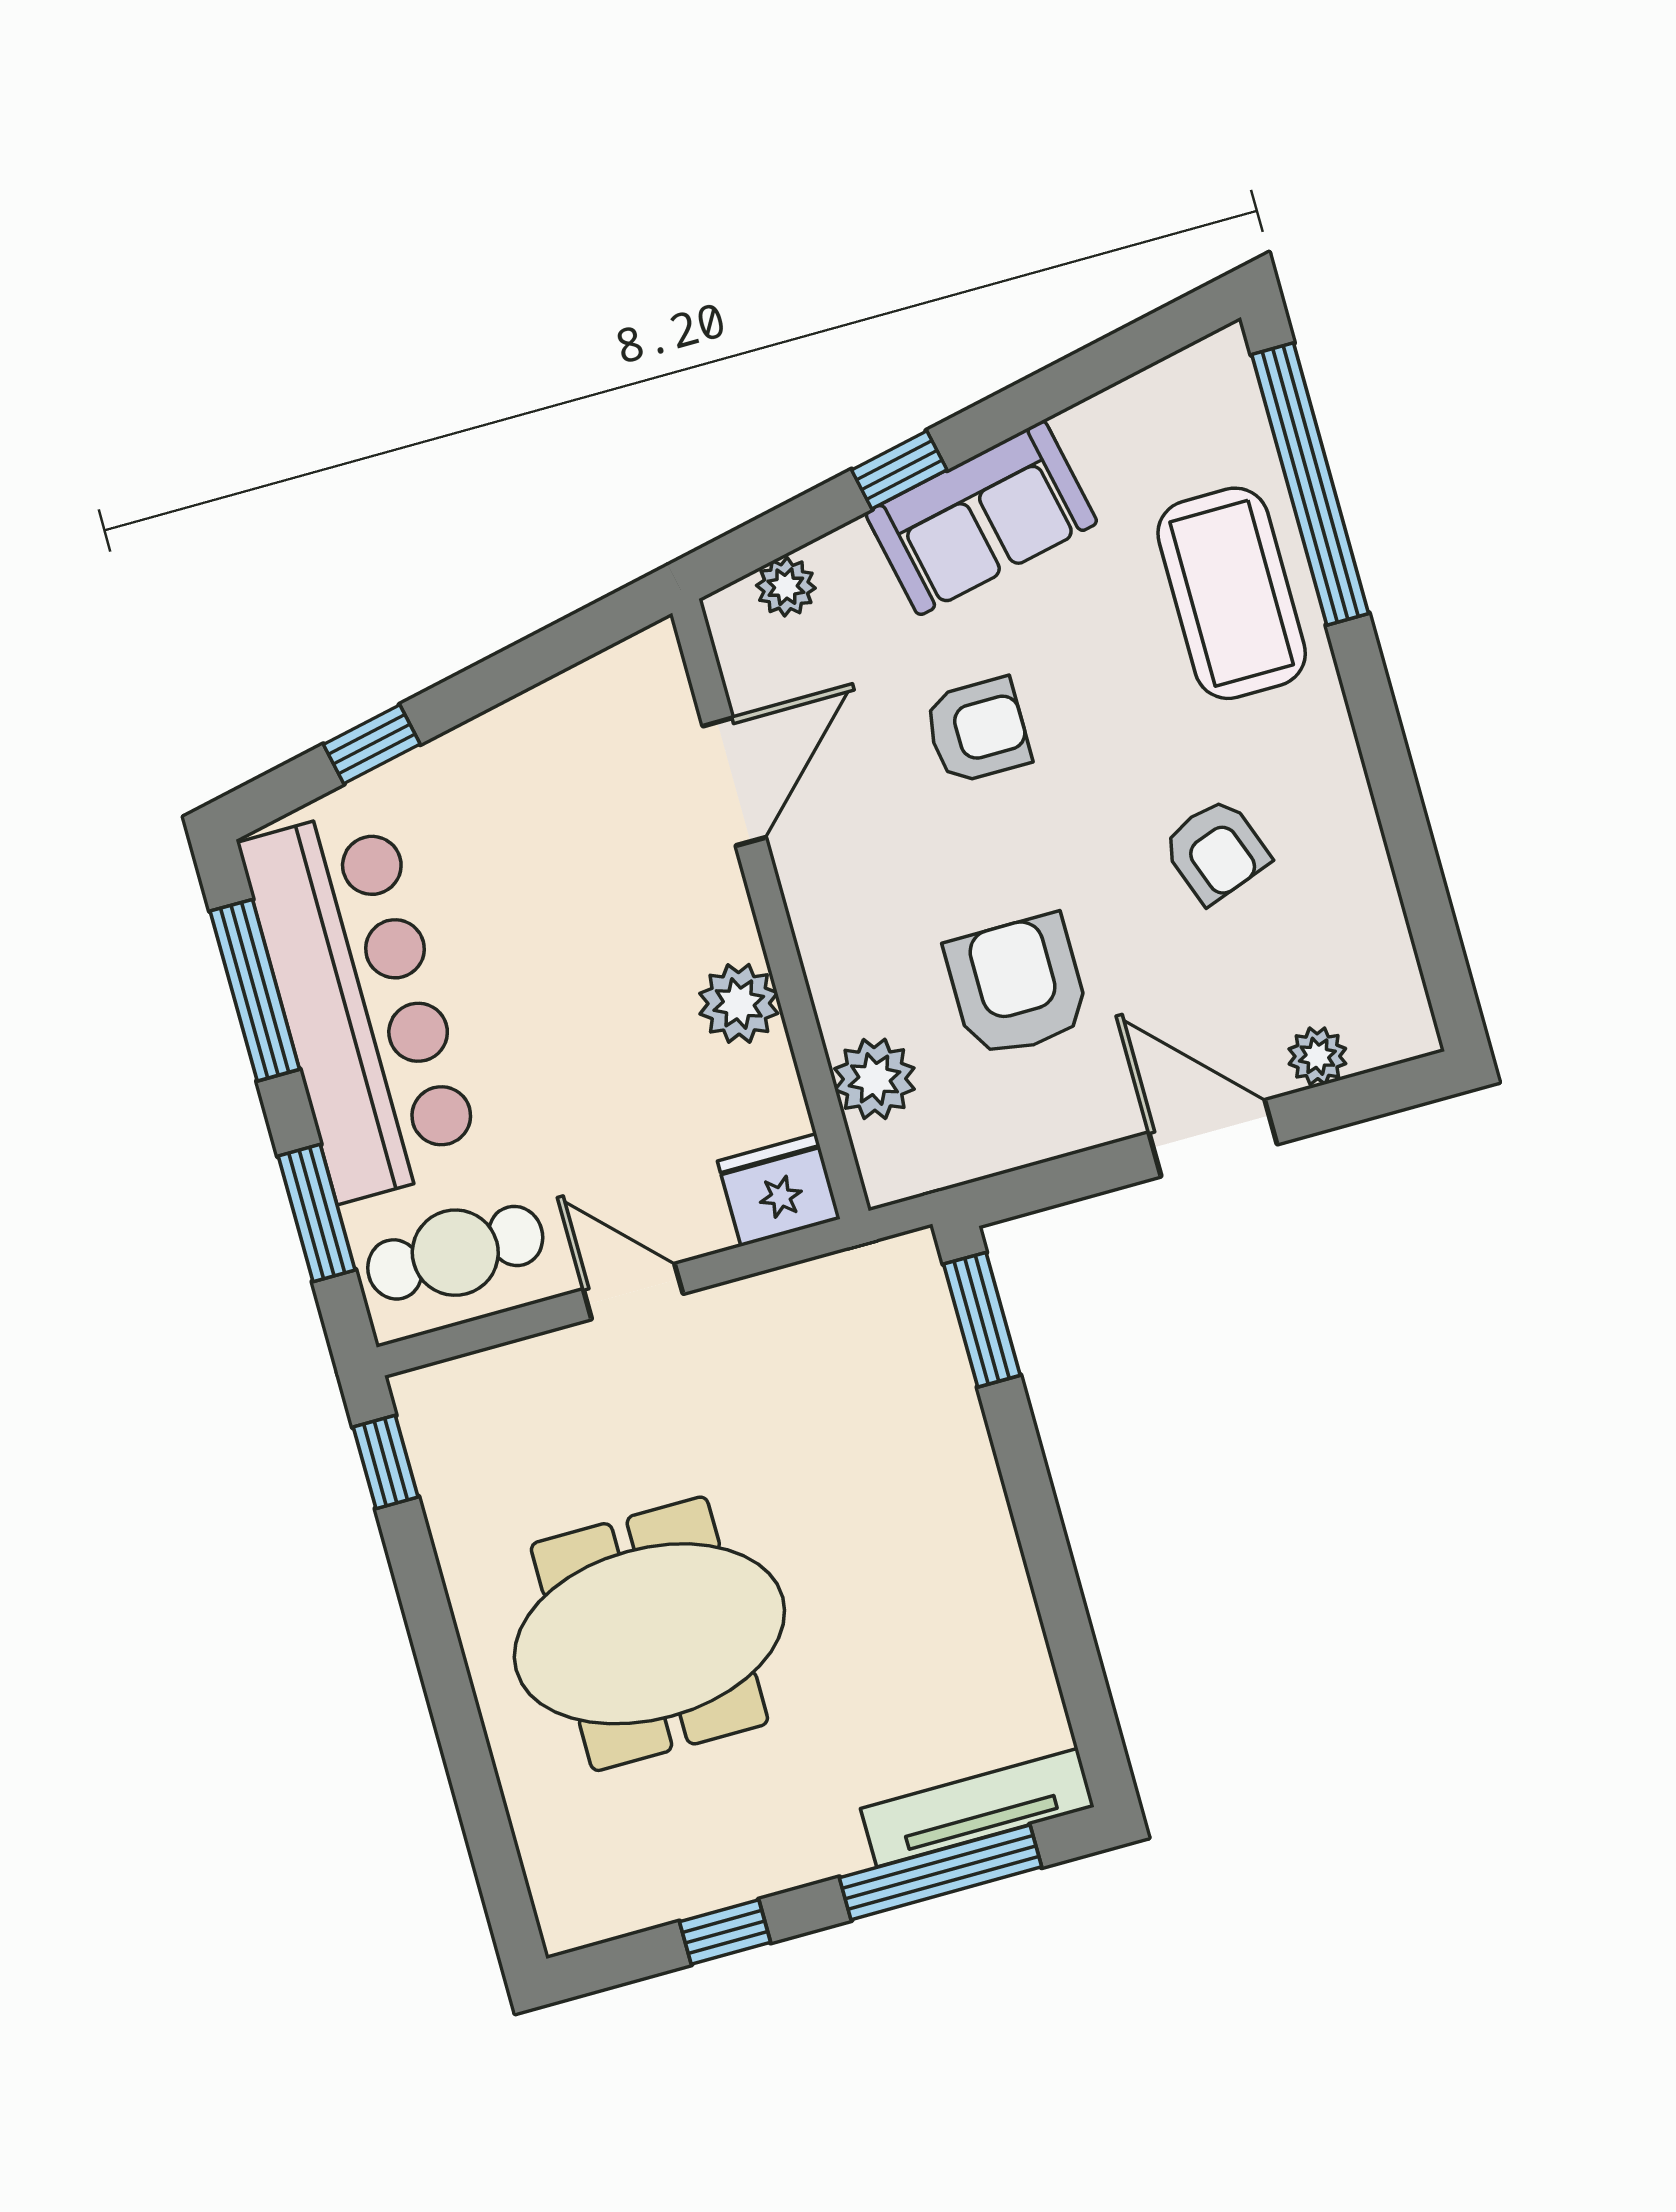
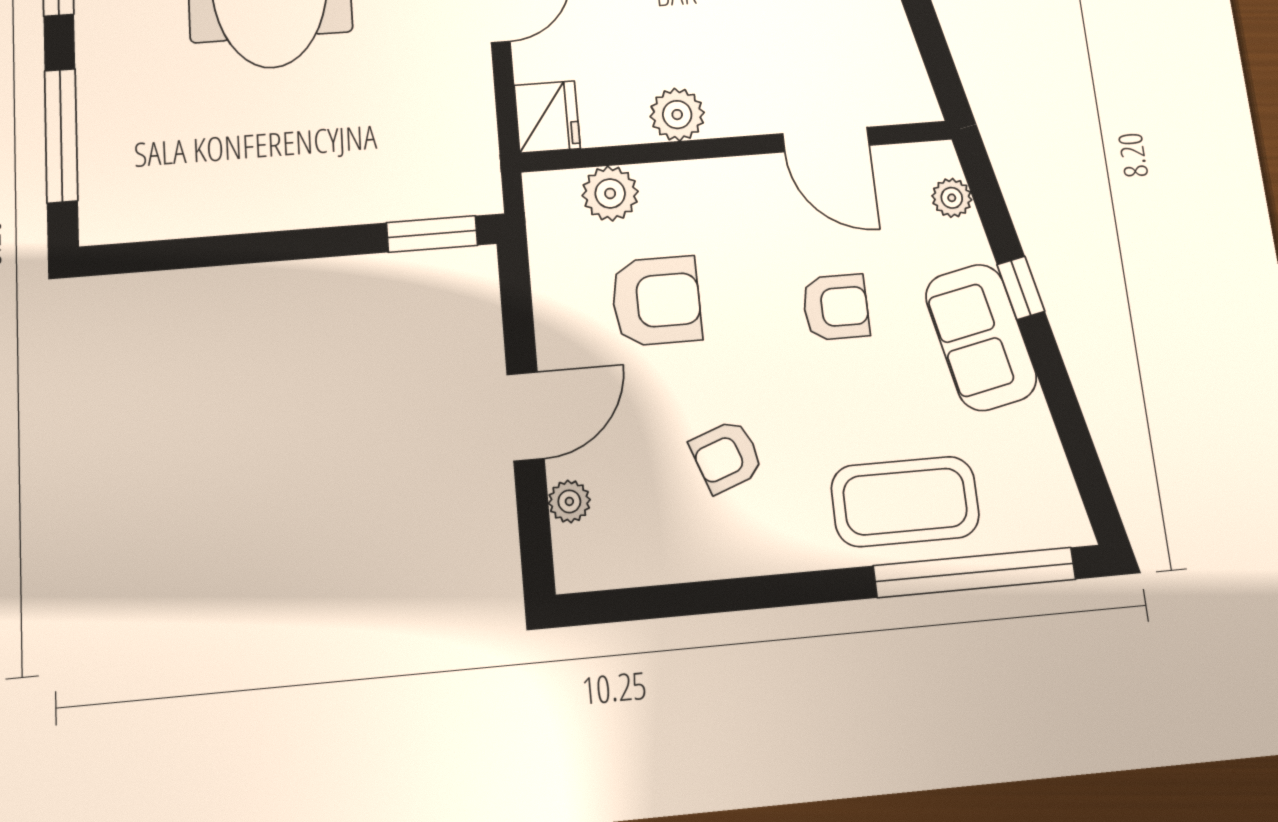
armchair: (978, 731) -> (836, 307), turned -90
tv unit: (977, 1808) -> (99, 168), removed

